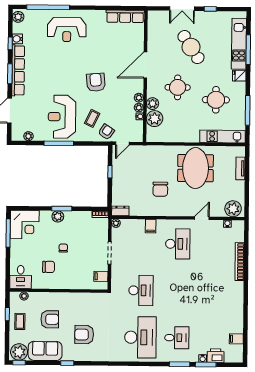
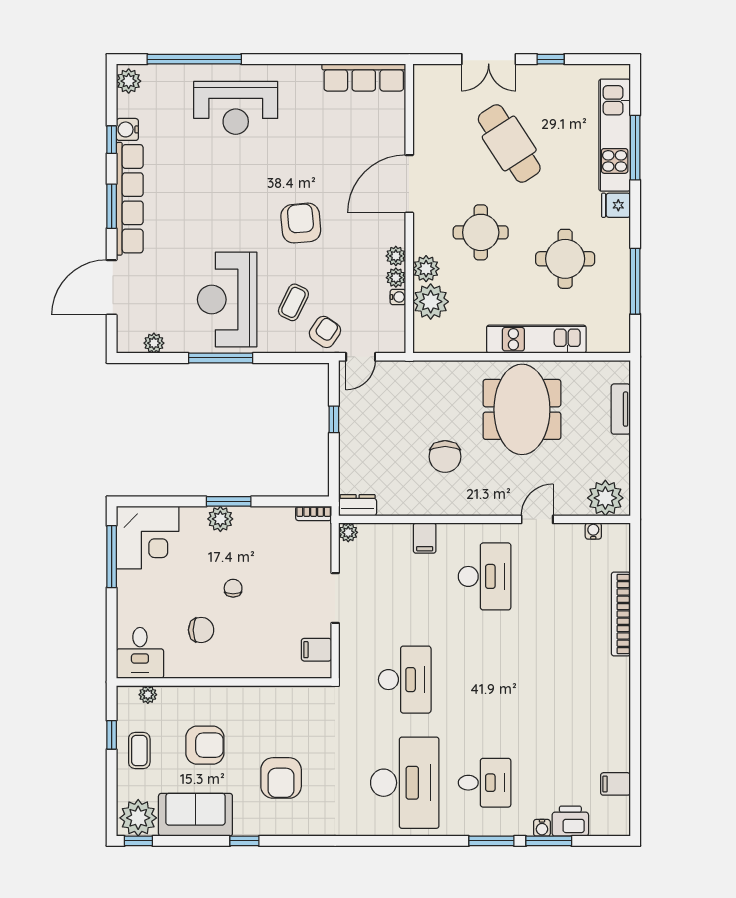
kitchen unit: (223, 136) -> (536, 339), moved
armchair: (84, 335) -> (281, 778), turned -90

